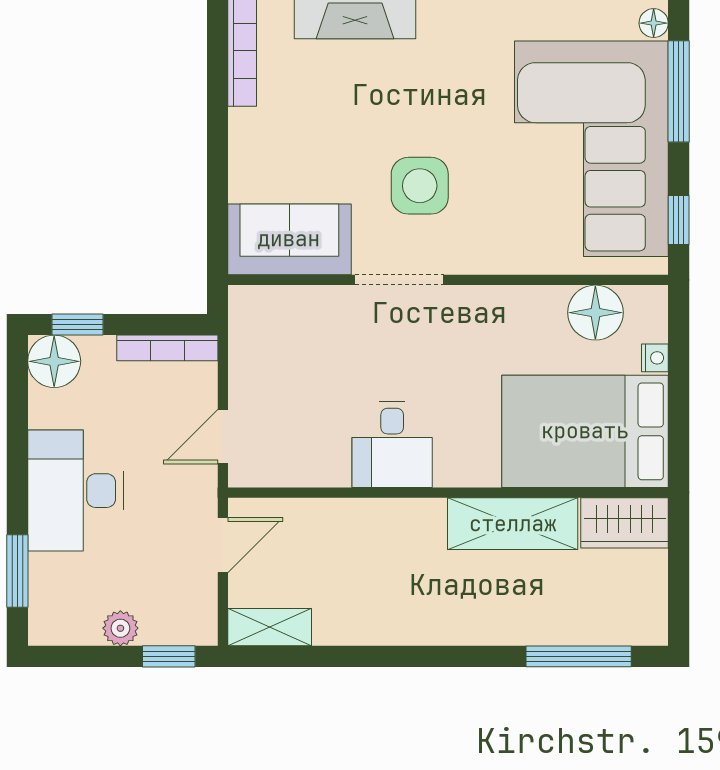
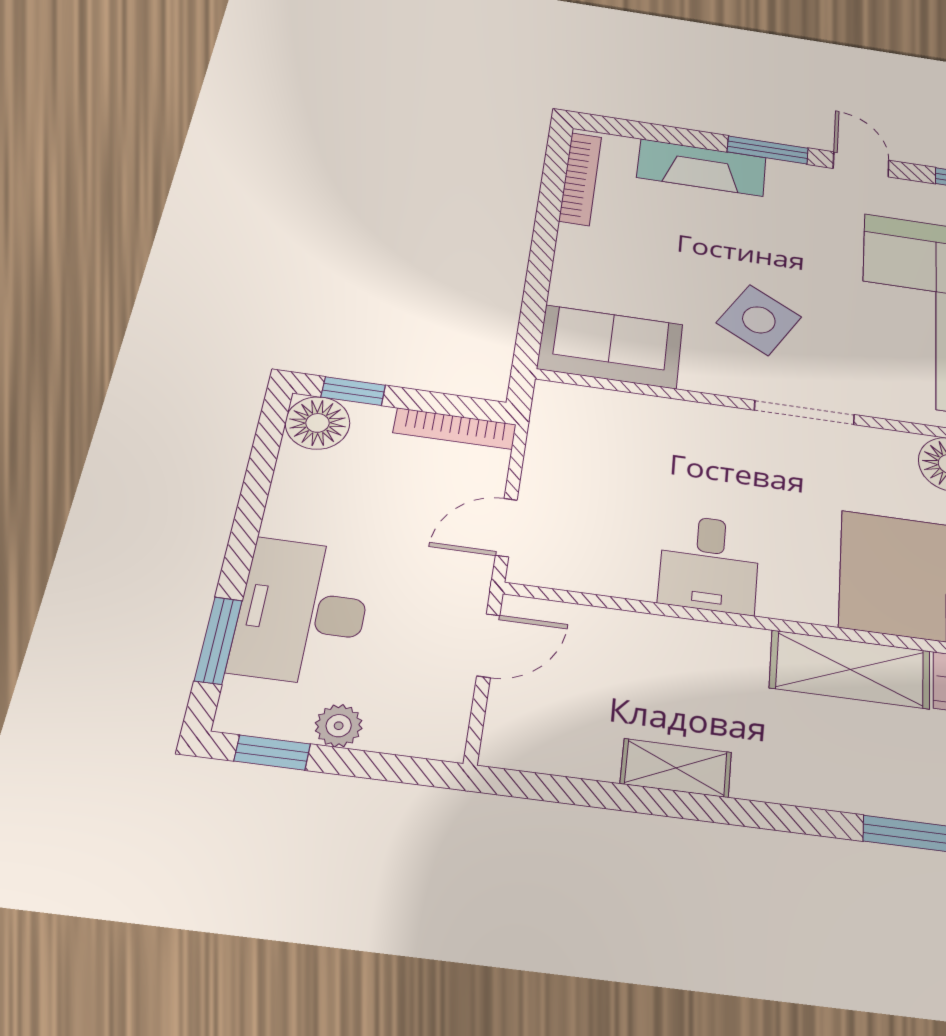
side table: (420, 186) -> (759, 320), turned 30
doorway: (399, 280) -> (804, 412), moved
desk: (75, 491) -> (302, 611), moved
shelving: (270, 627) -> (676, 768), moved
window: (169, 656) -> (272, 753), moved

